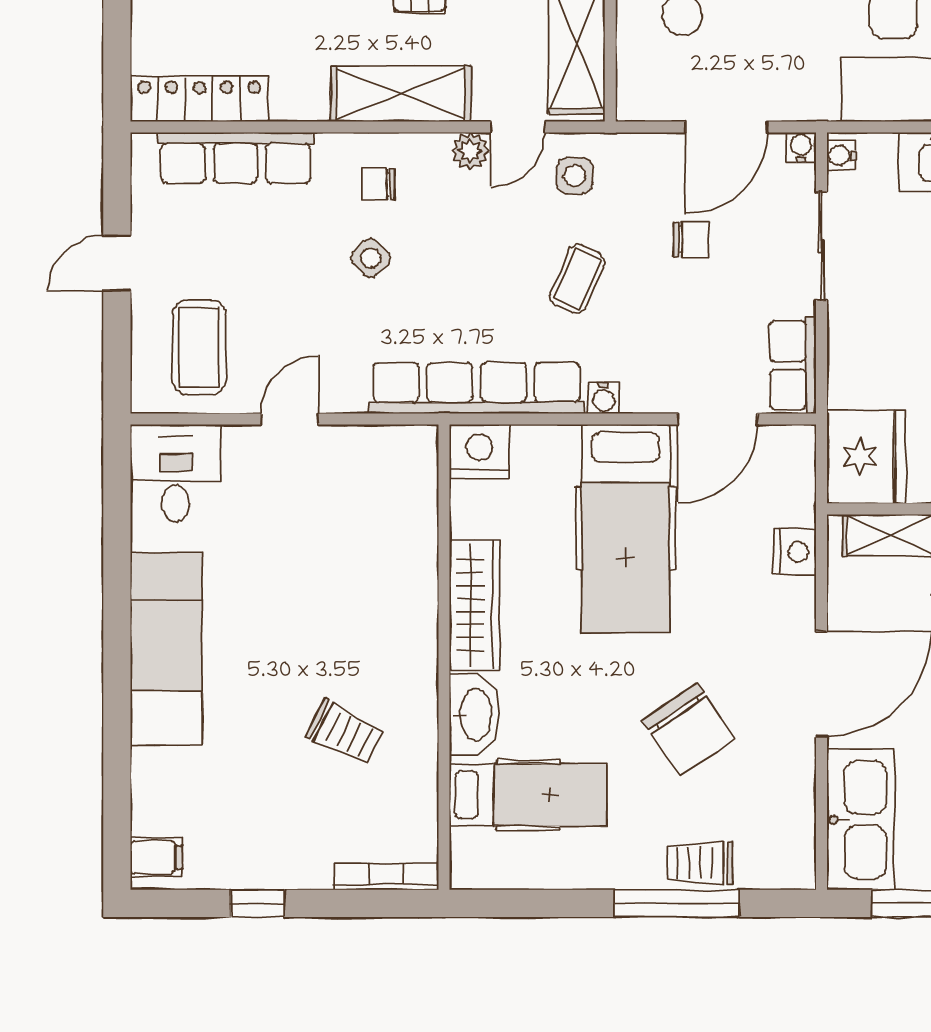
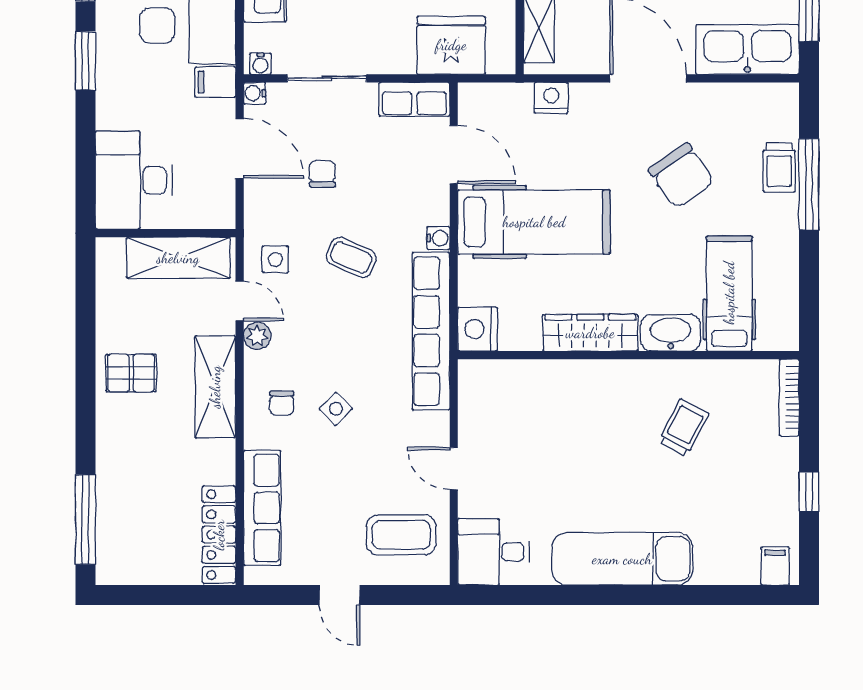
filing cabinet: (816, 94) -> (215, 82), added
fridge: (866, 457) -> (451, 45), moved
chair: (689, 730) -> (681, 176), turned 89

